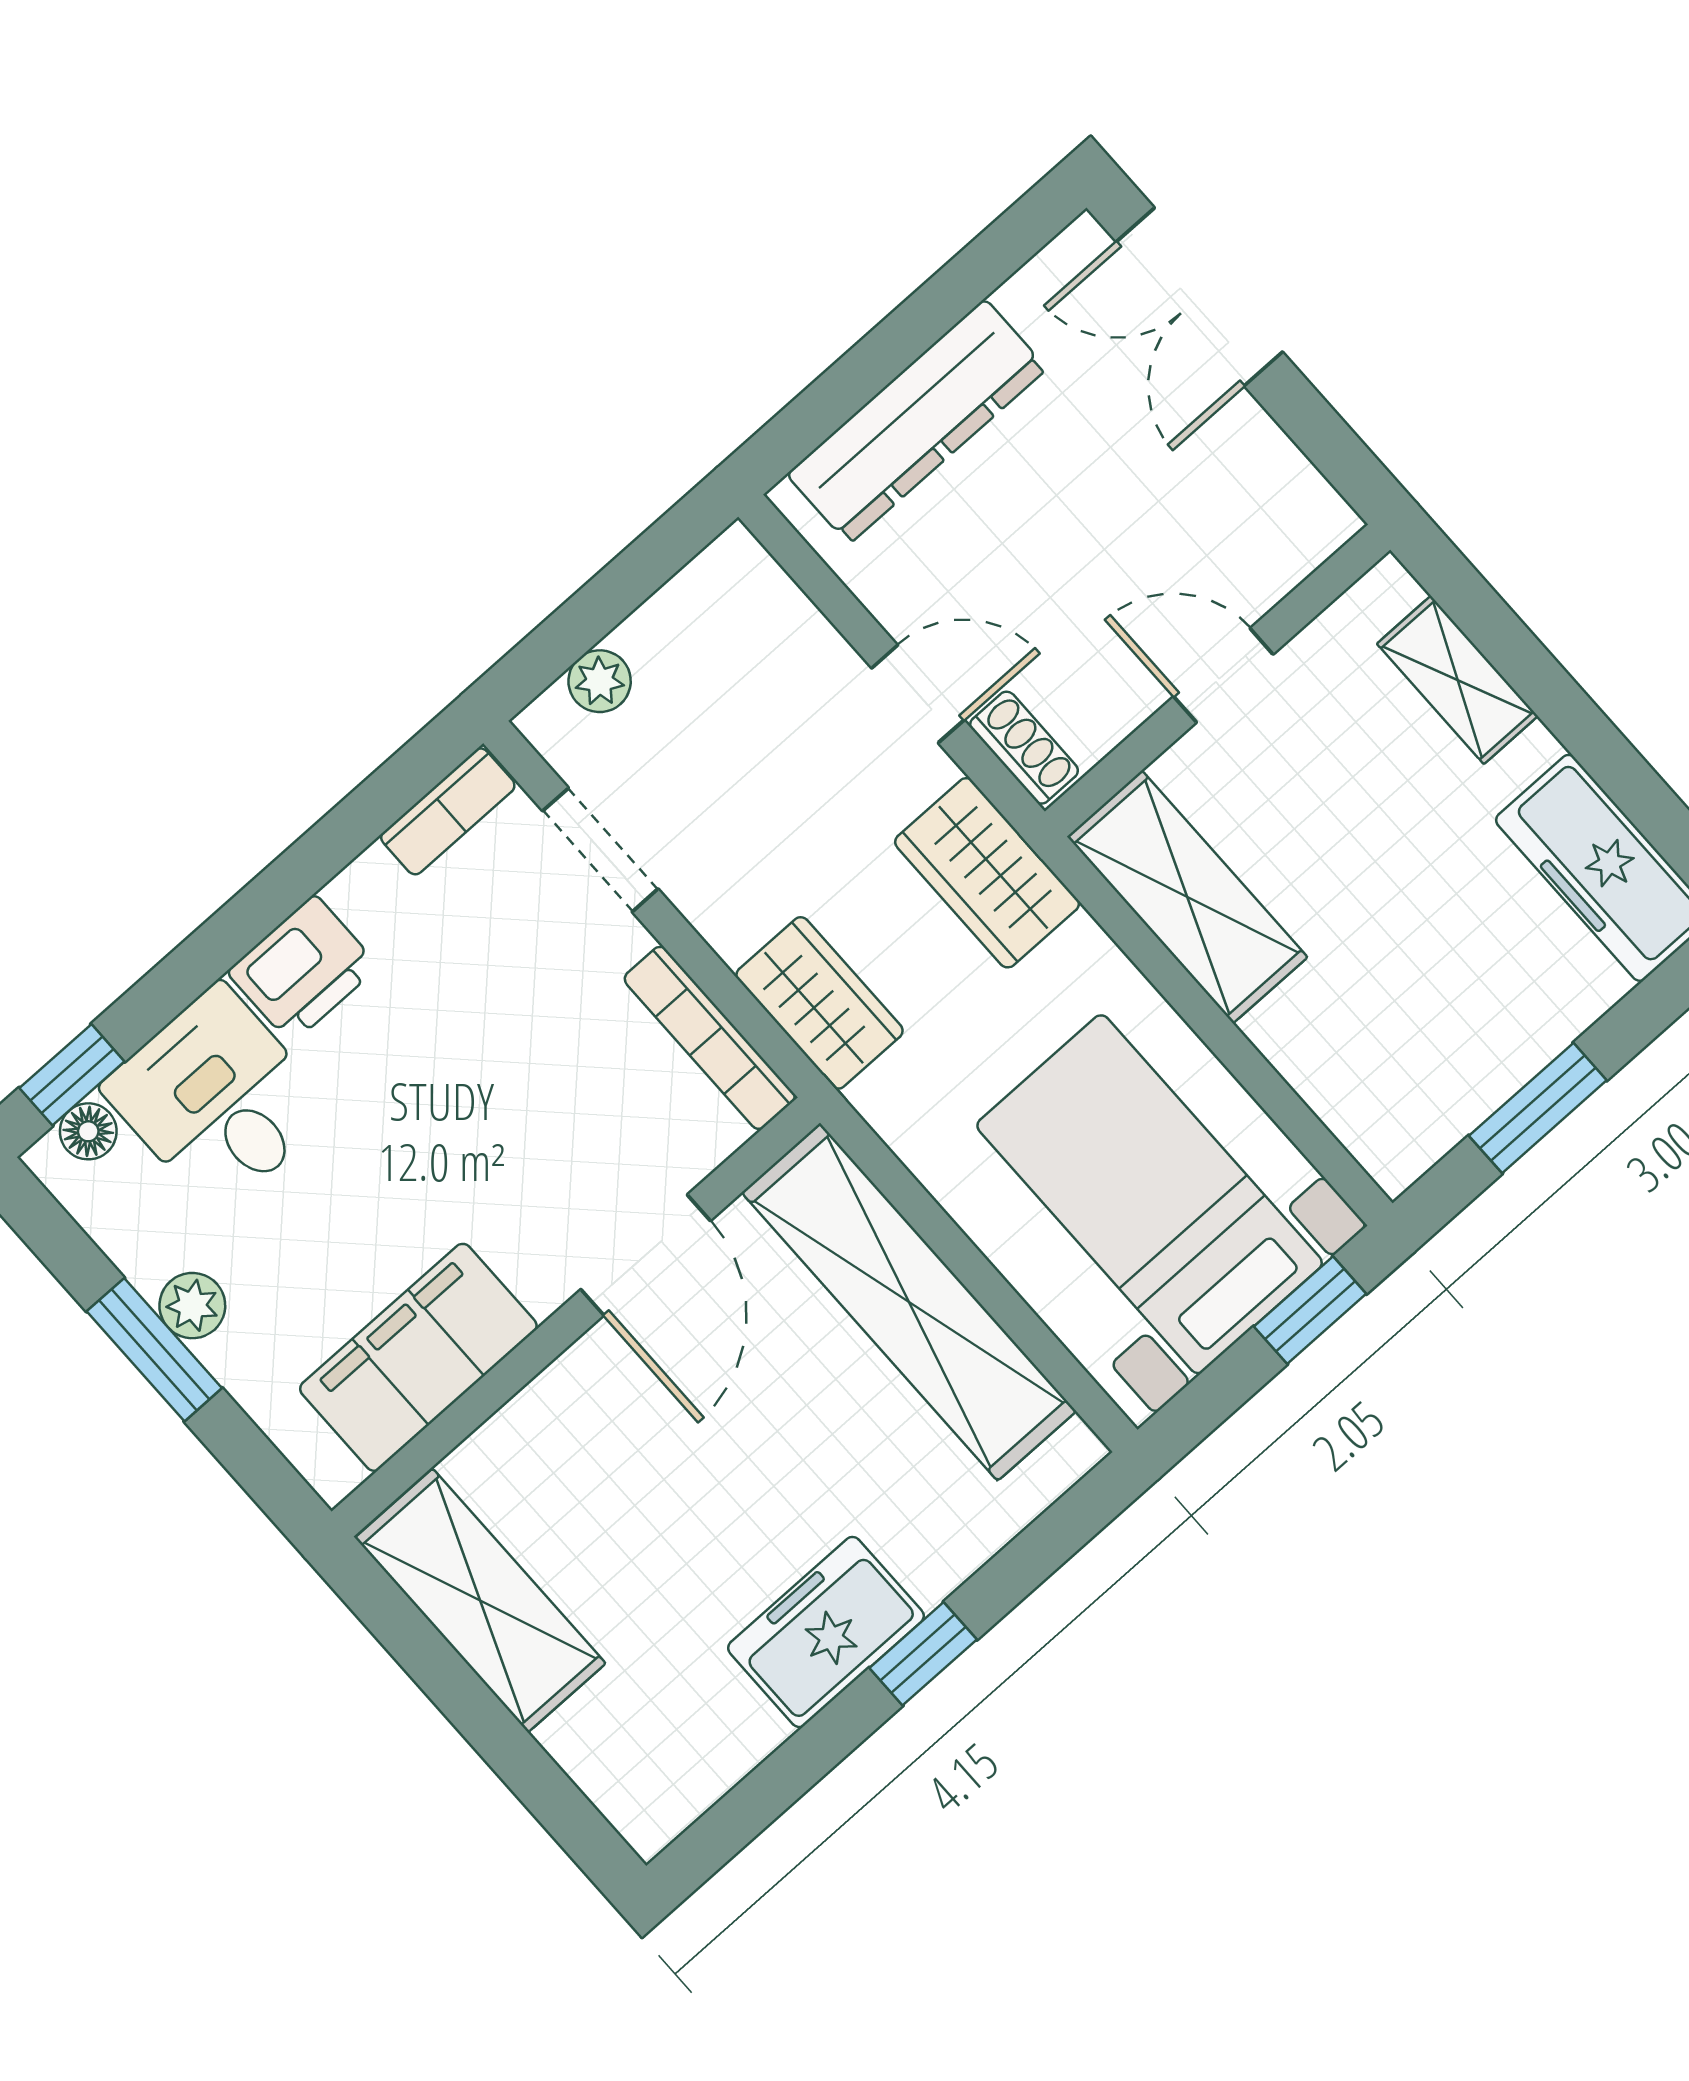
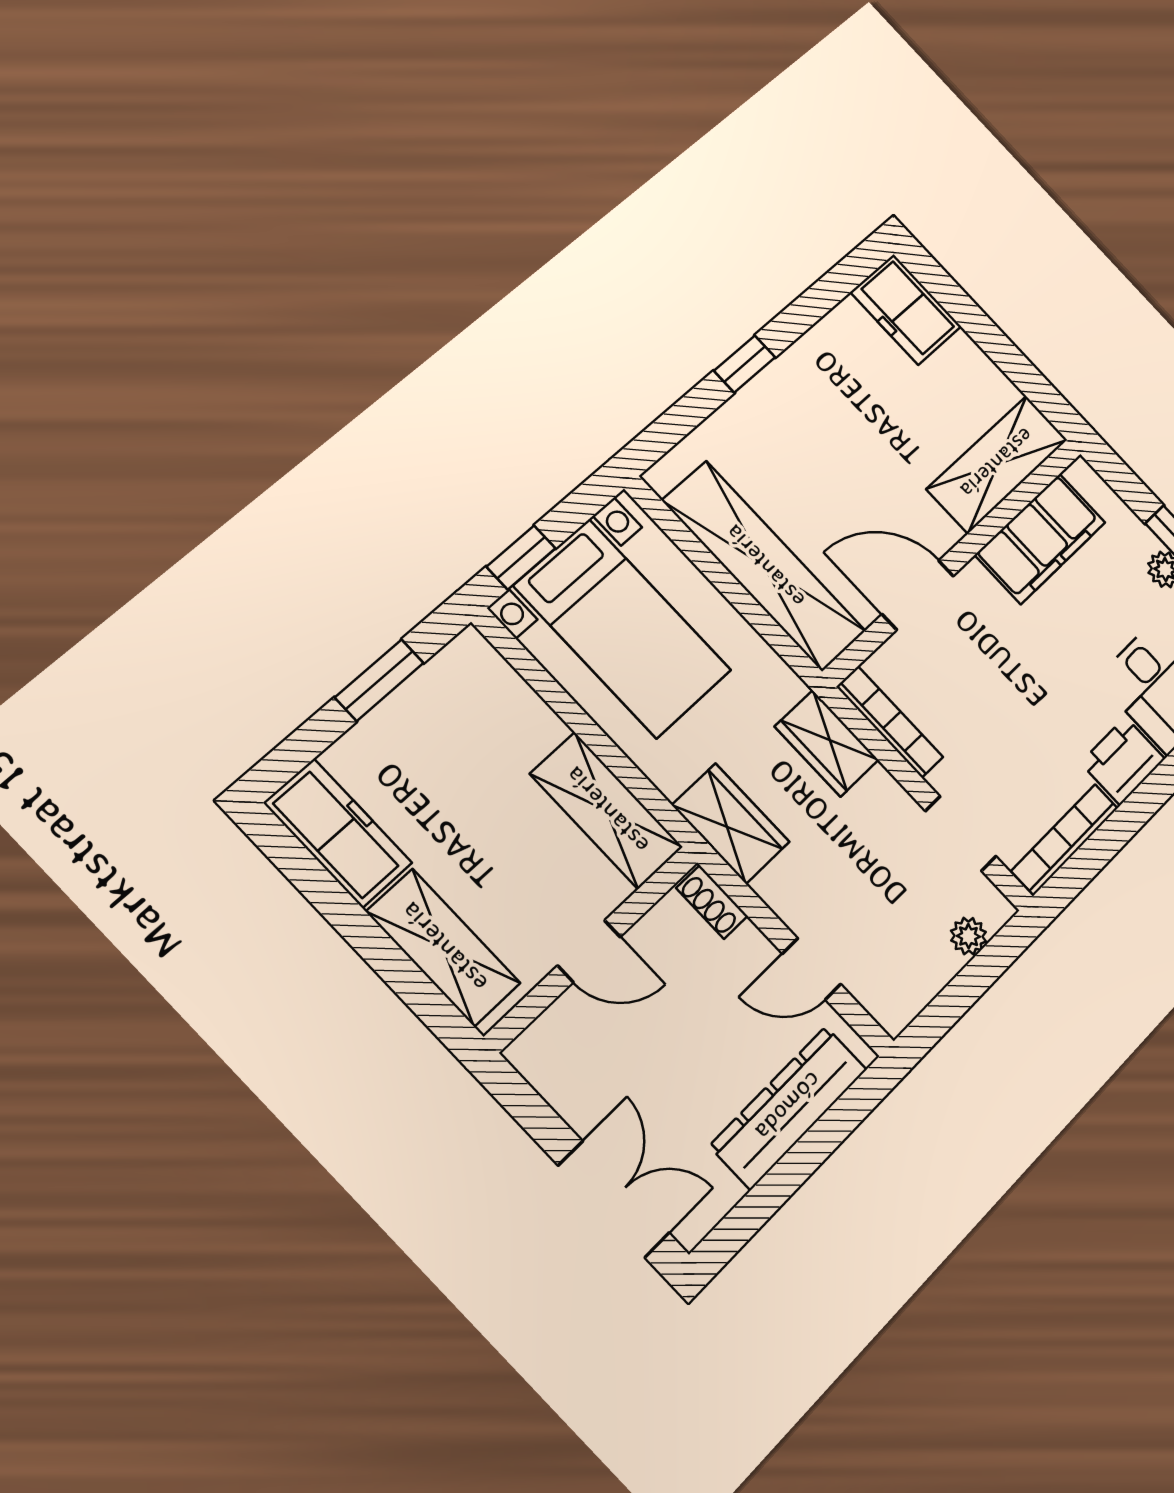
shelving: (1457, 680) -> (443, 947), width x1.50, depth x1.33
door: (918, 694) -> (812, 969), moved
bookcase: (448, 811) -> (1065, 839), width x1.56
door: (646, 1255) -> (918, 595), hinge flipped
shelving: (480, 1601) -> (997, 464), moved, turned 90
freezer: (826, 1632) -> (906, 309), moved, turned 90

